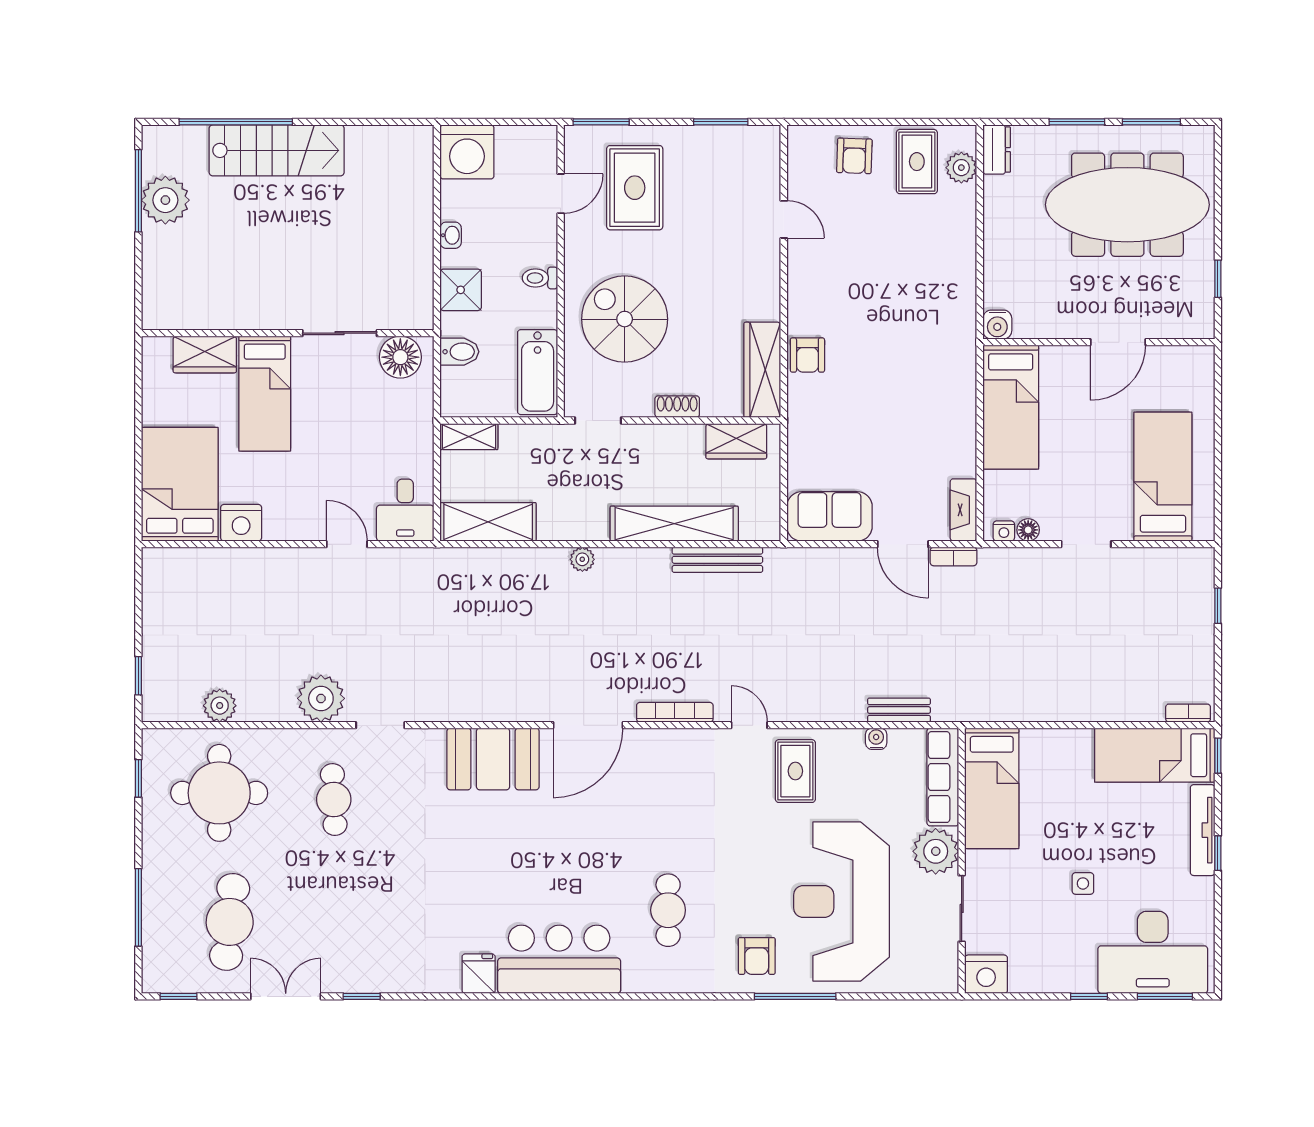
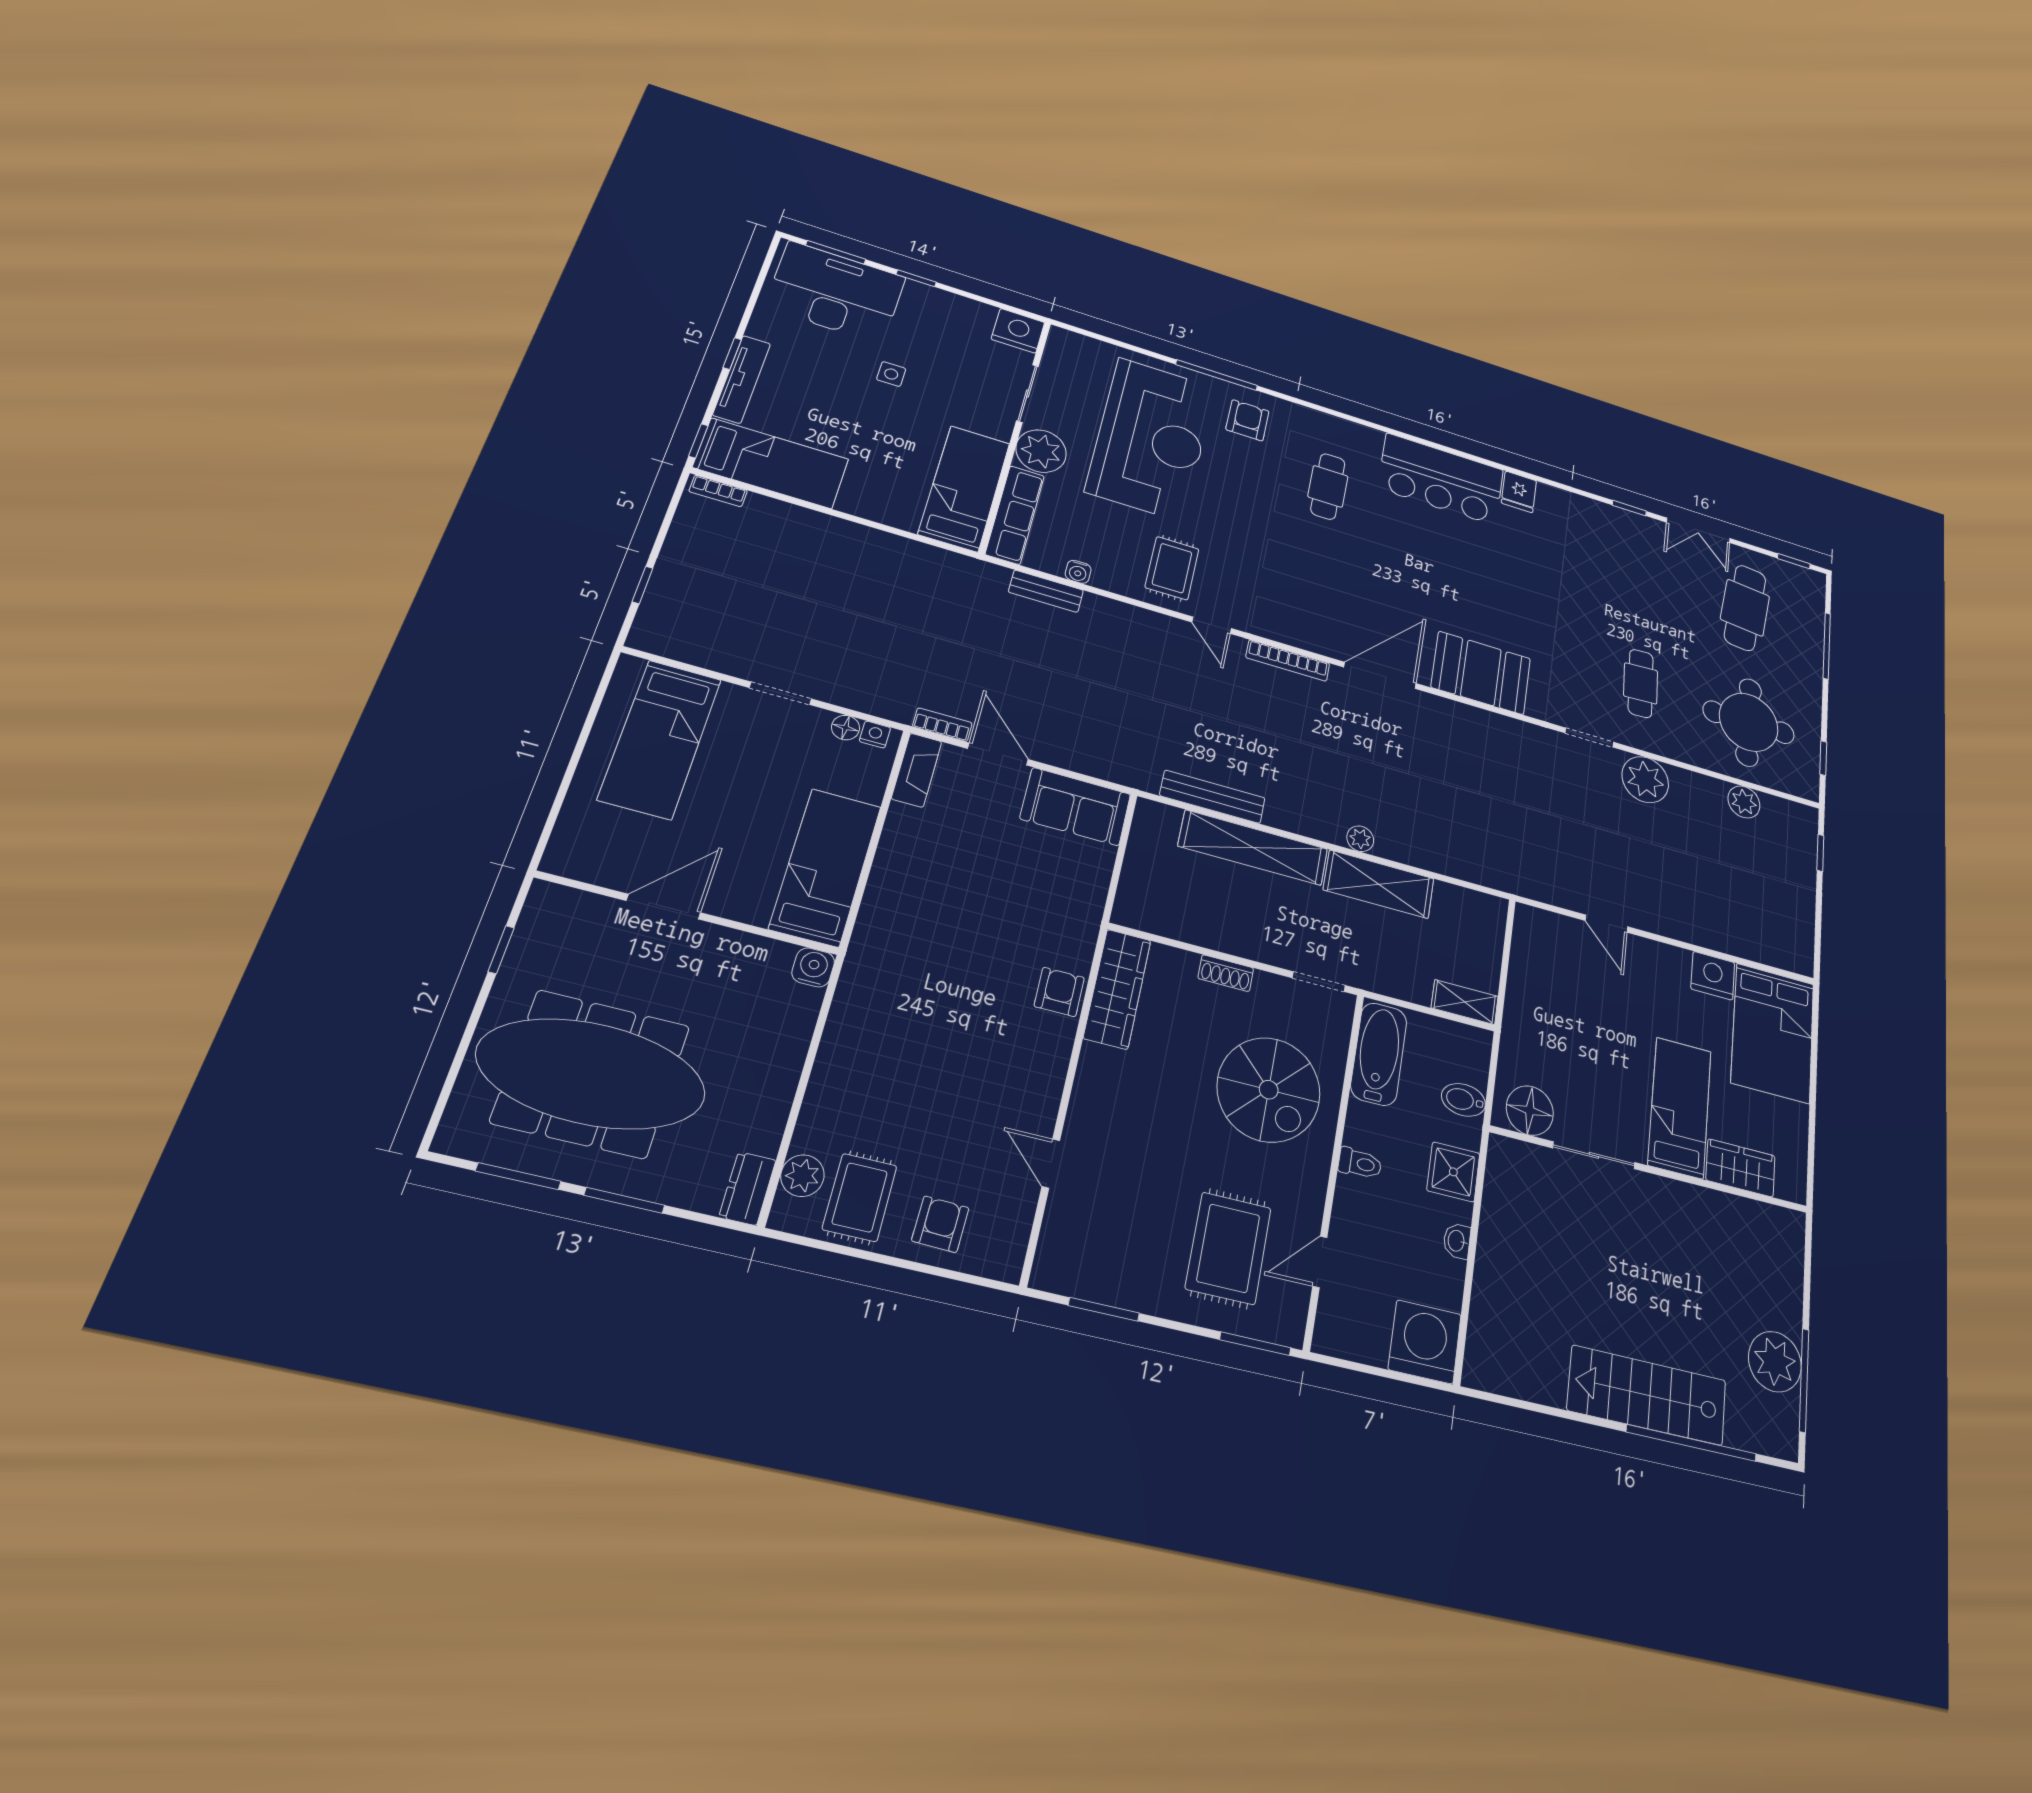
wardrobe: (736, 441) -> (1165, 917), removed
desk: (405, 510) -> (1542, 942), removed
shelving: (488, 522) -> (1379, 884), moved

